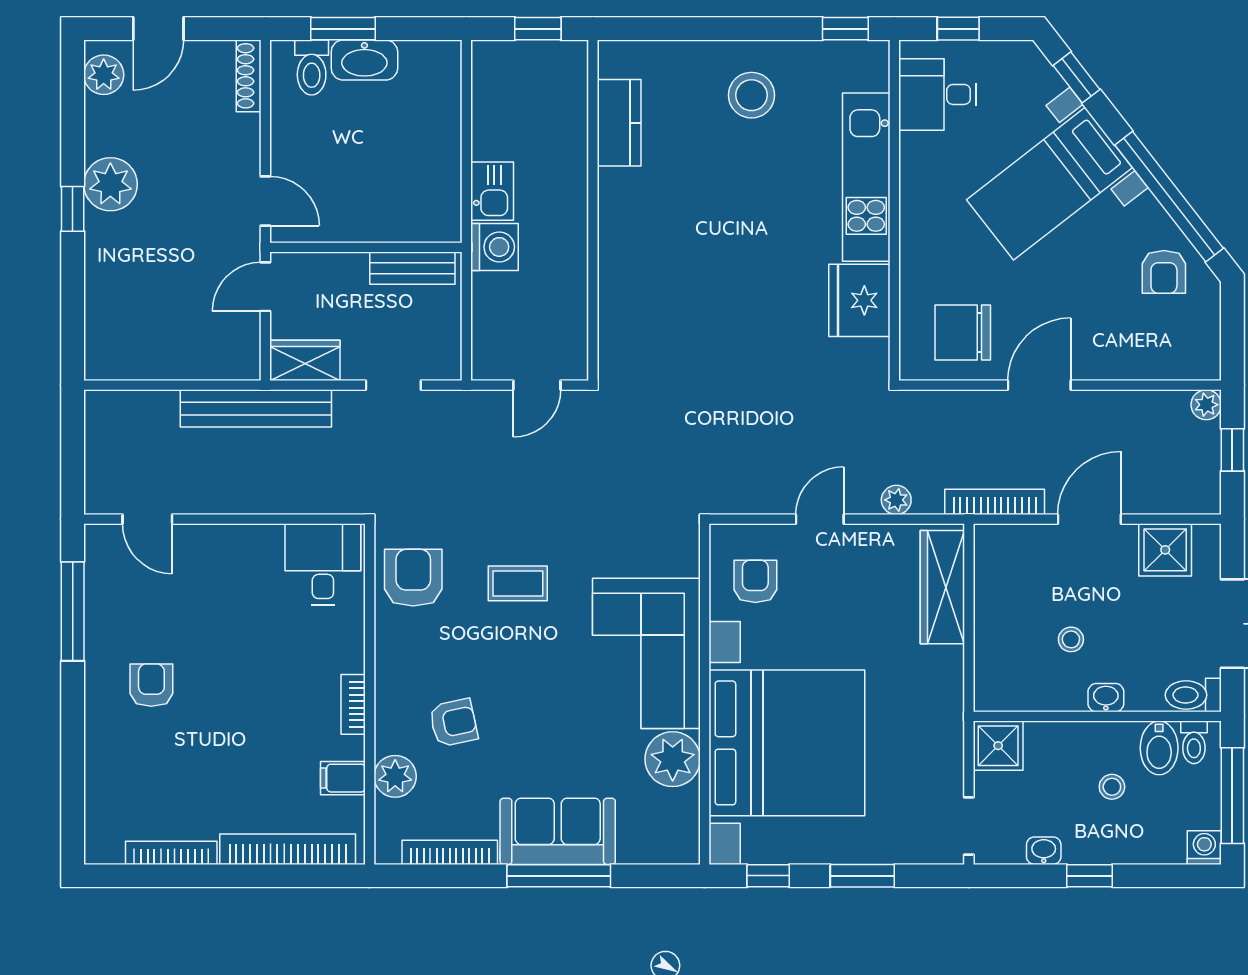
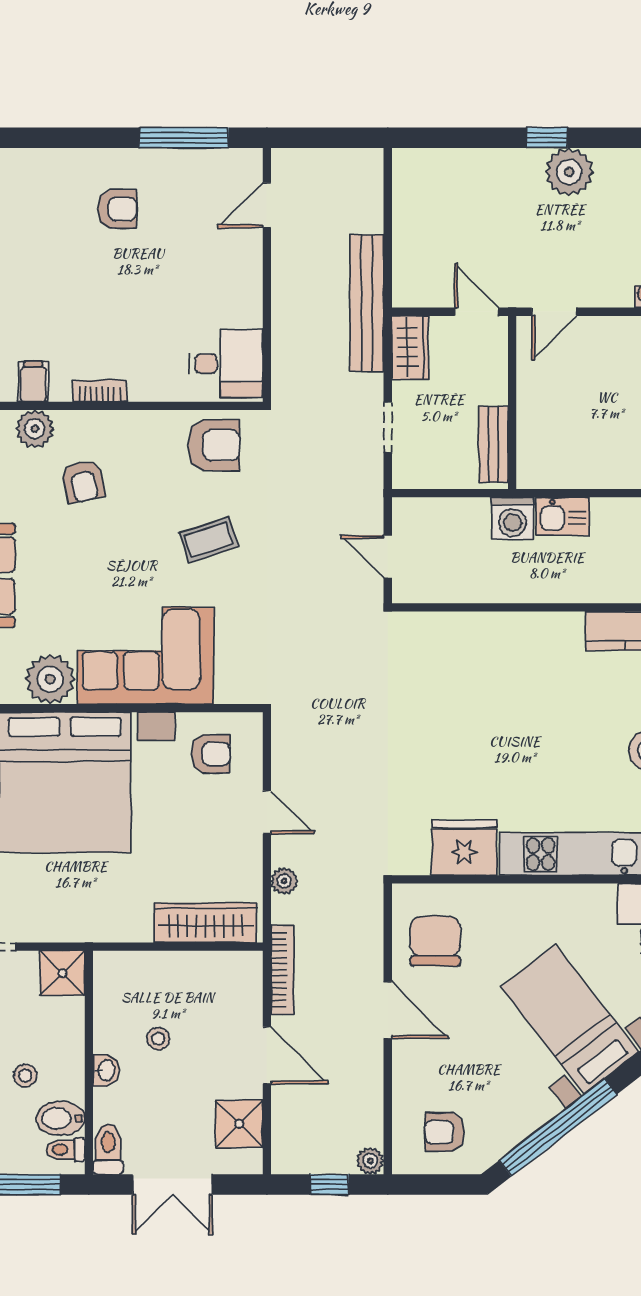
armchair: (1164, 272) -> (445, 1132), moved
coffee table: (518, 583) -> (209, 540), turned 72

